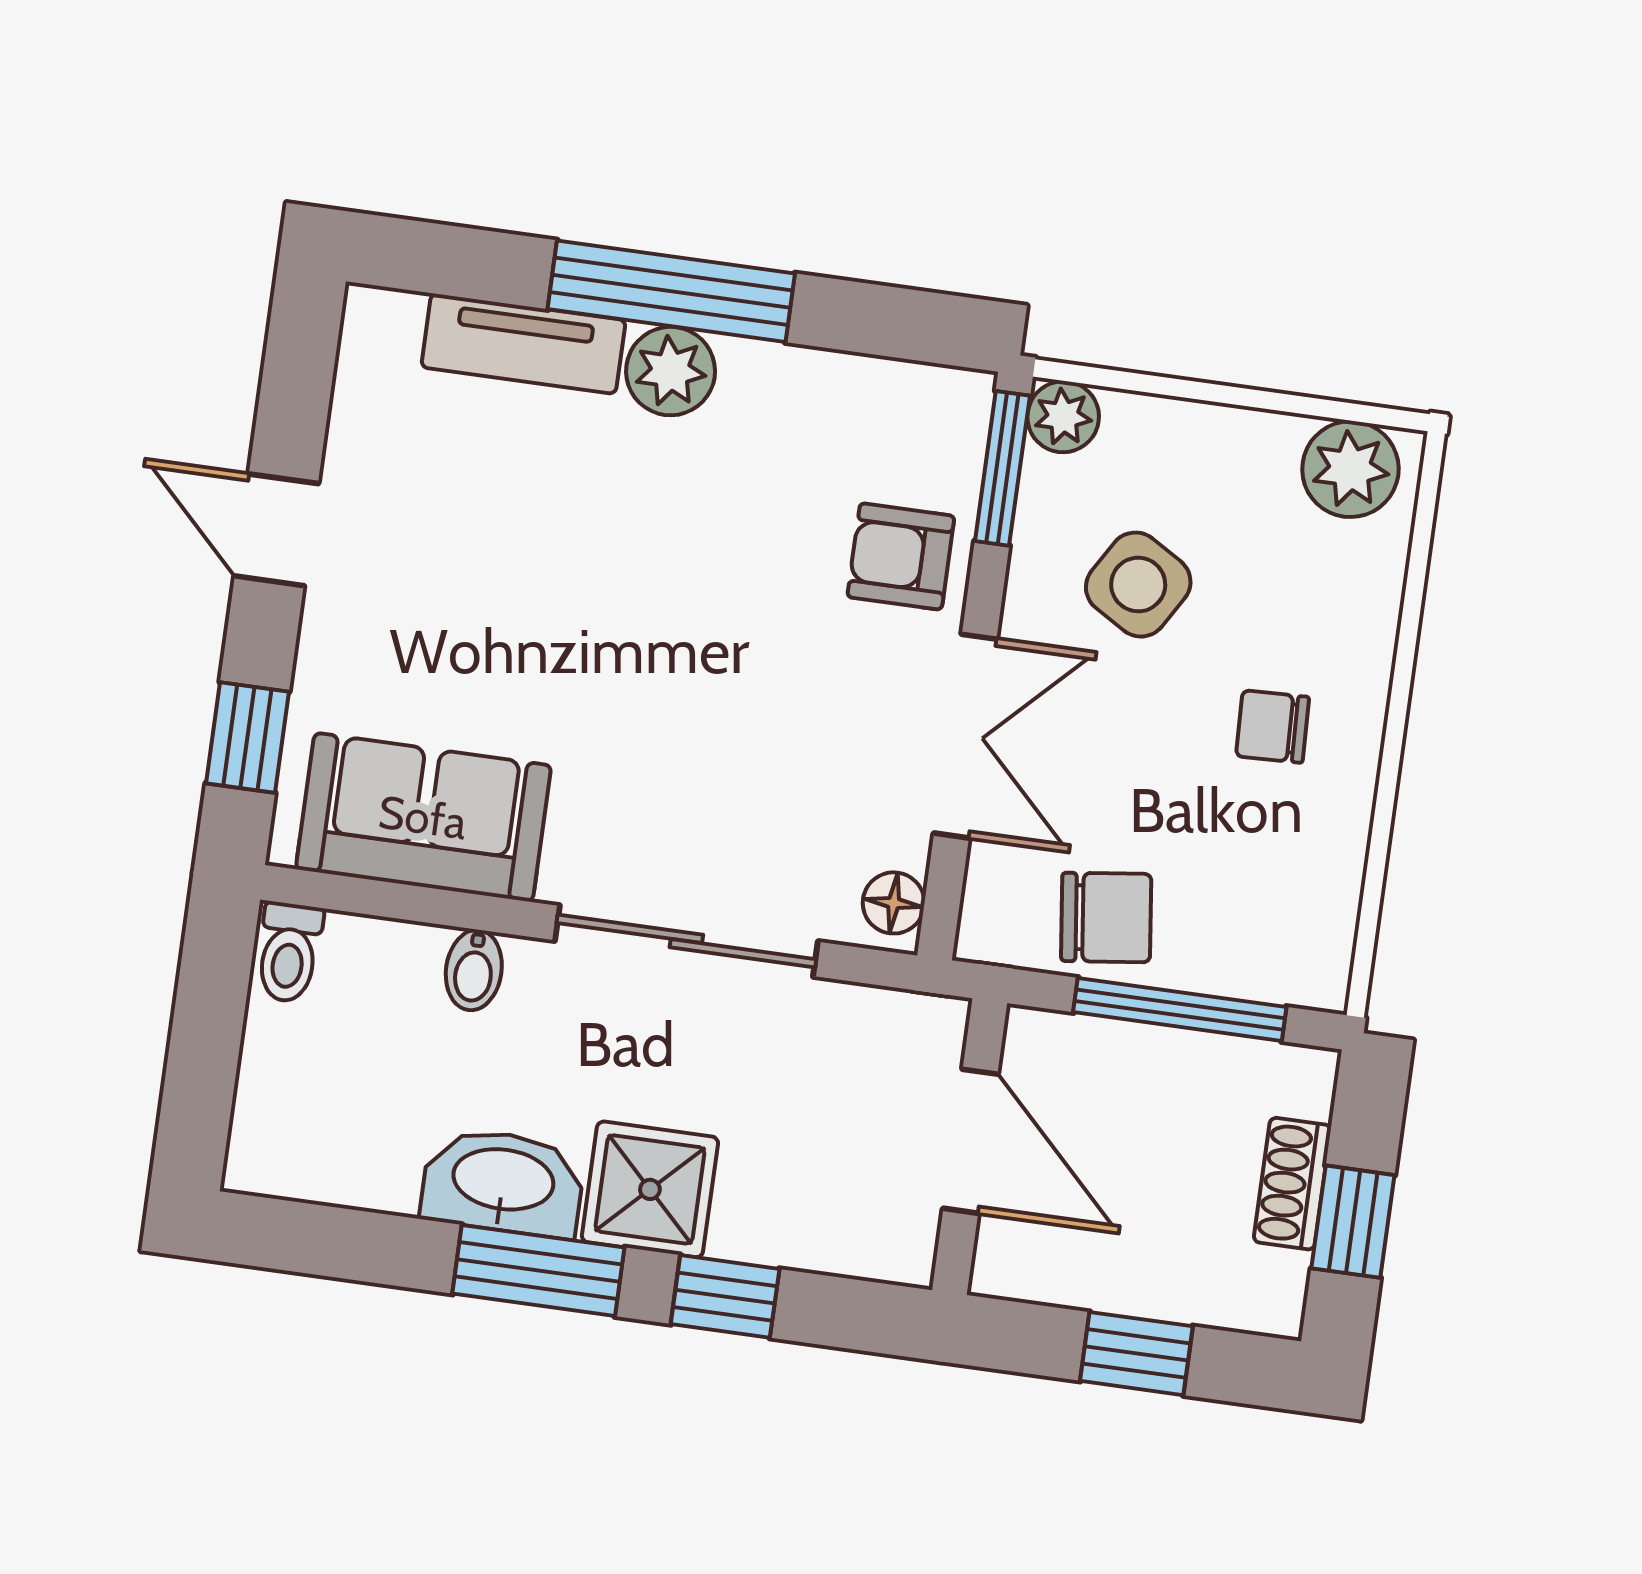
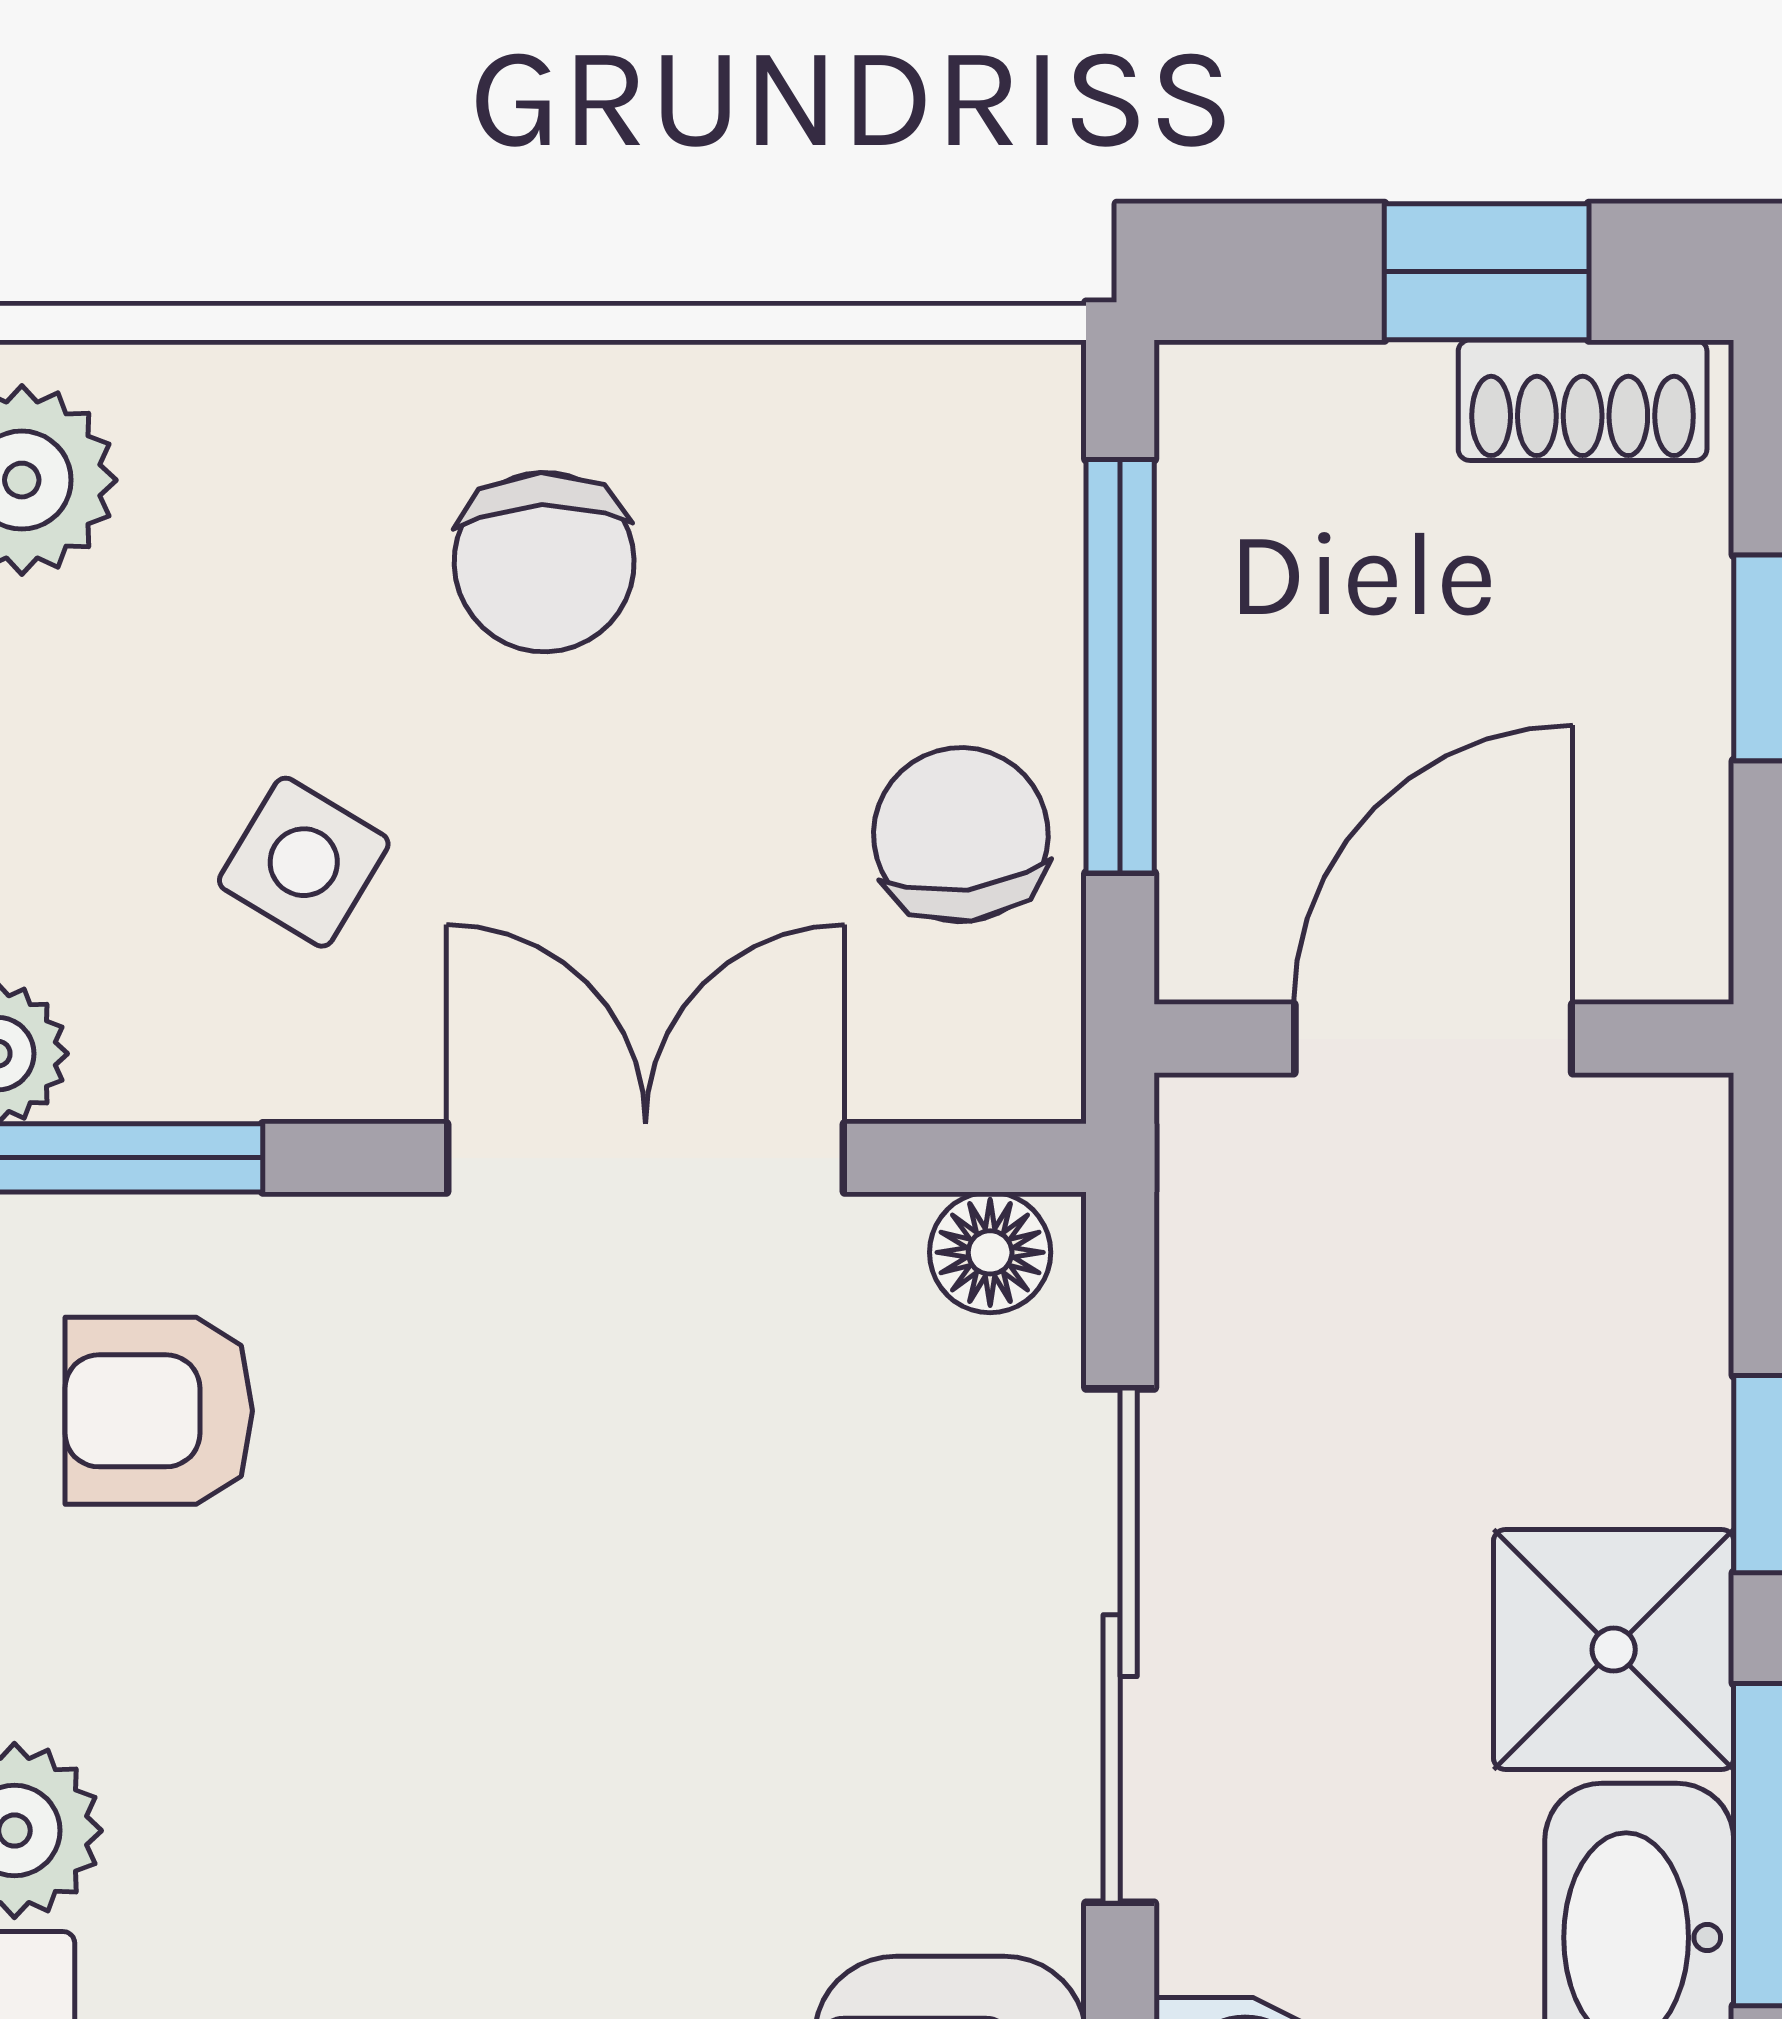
armchair: (901, 556) -> (159, 1411), moved, turned 90
side table: (1138, 585) -> (304, 862), width x0.73, depth x0.73
chair: (1273, 727) -> (544, 562), width x1.37, depth x1.37
shoe rack: (1292, 1184) -> (1583, 400), moved

